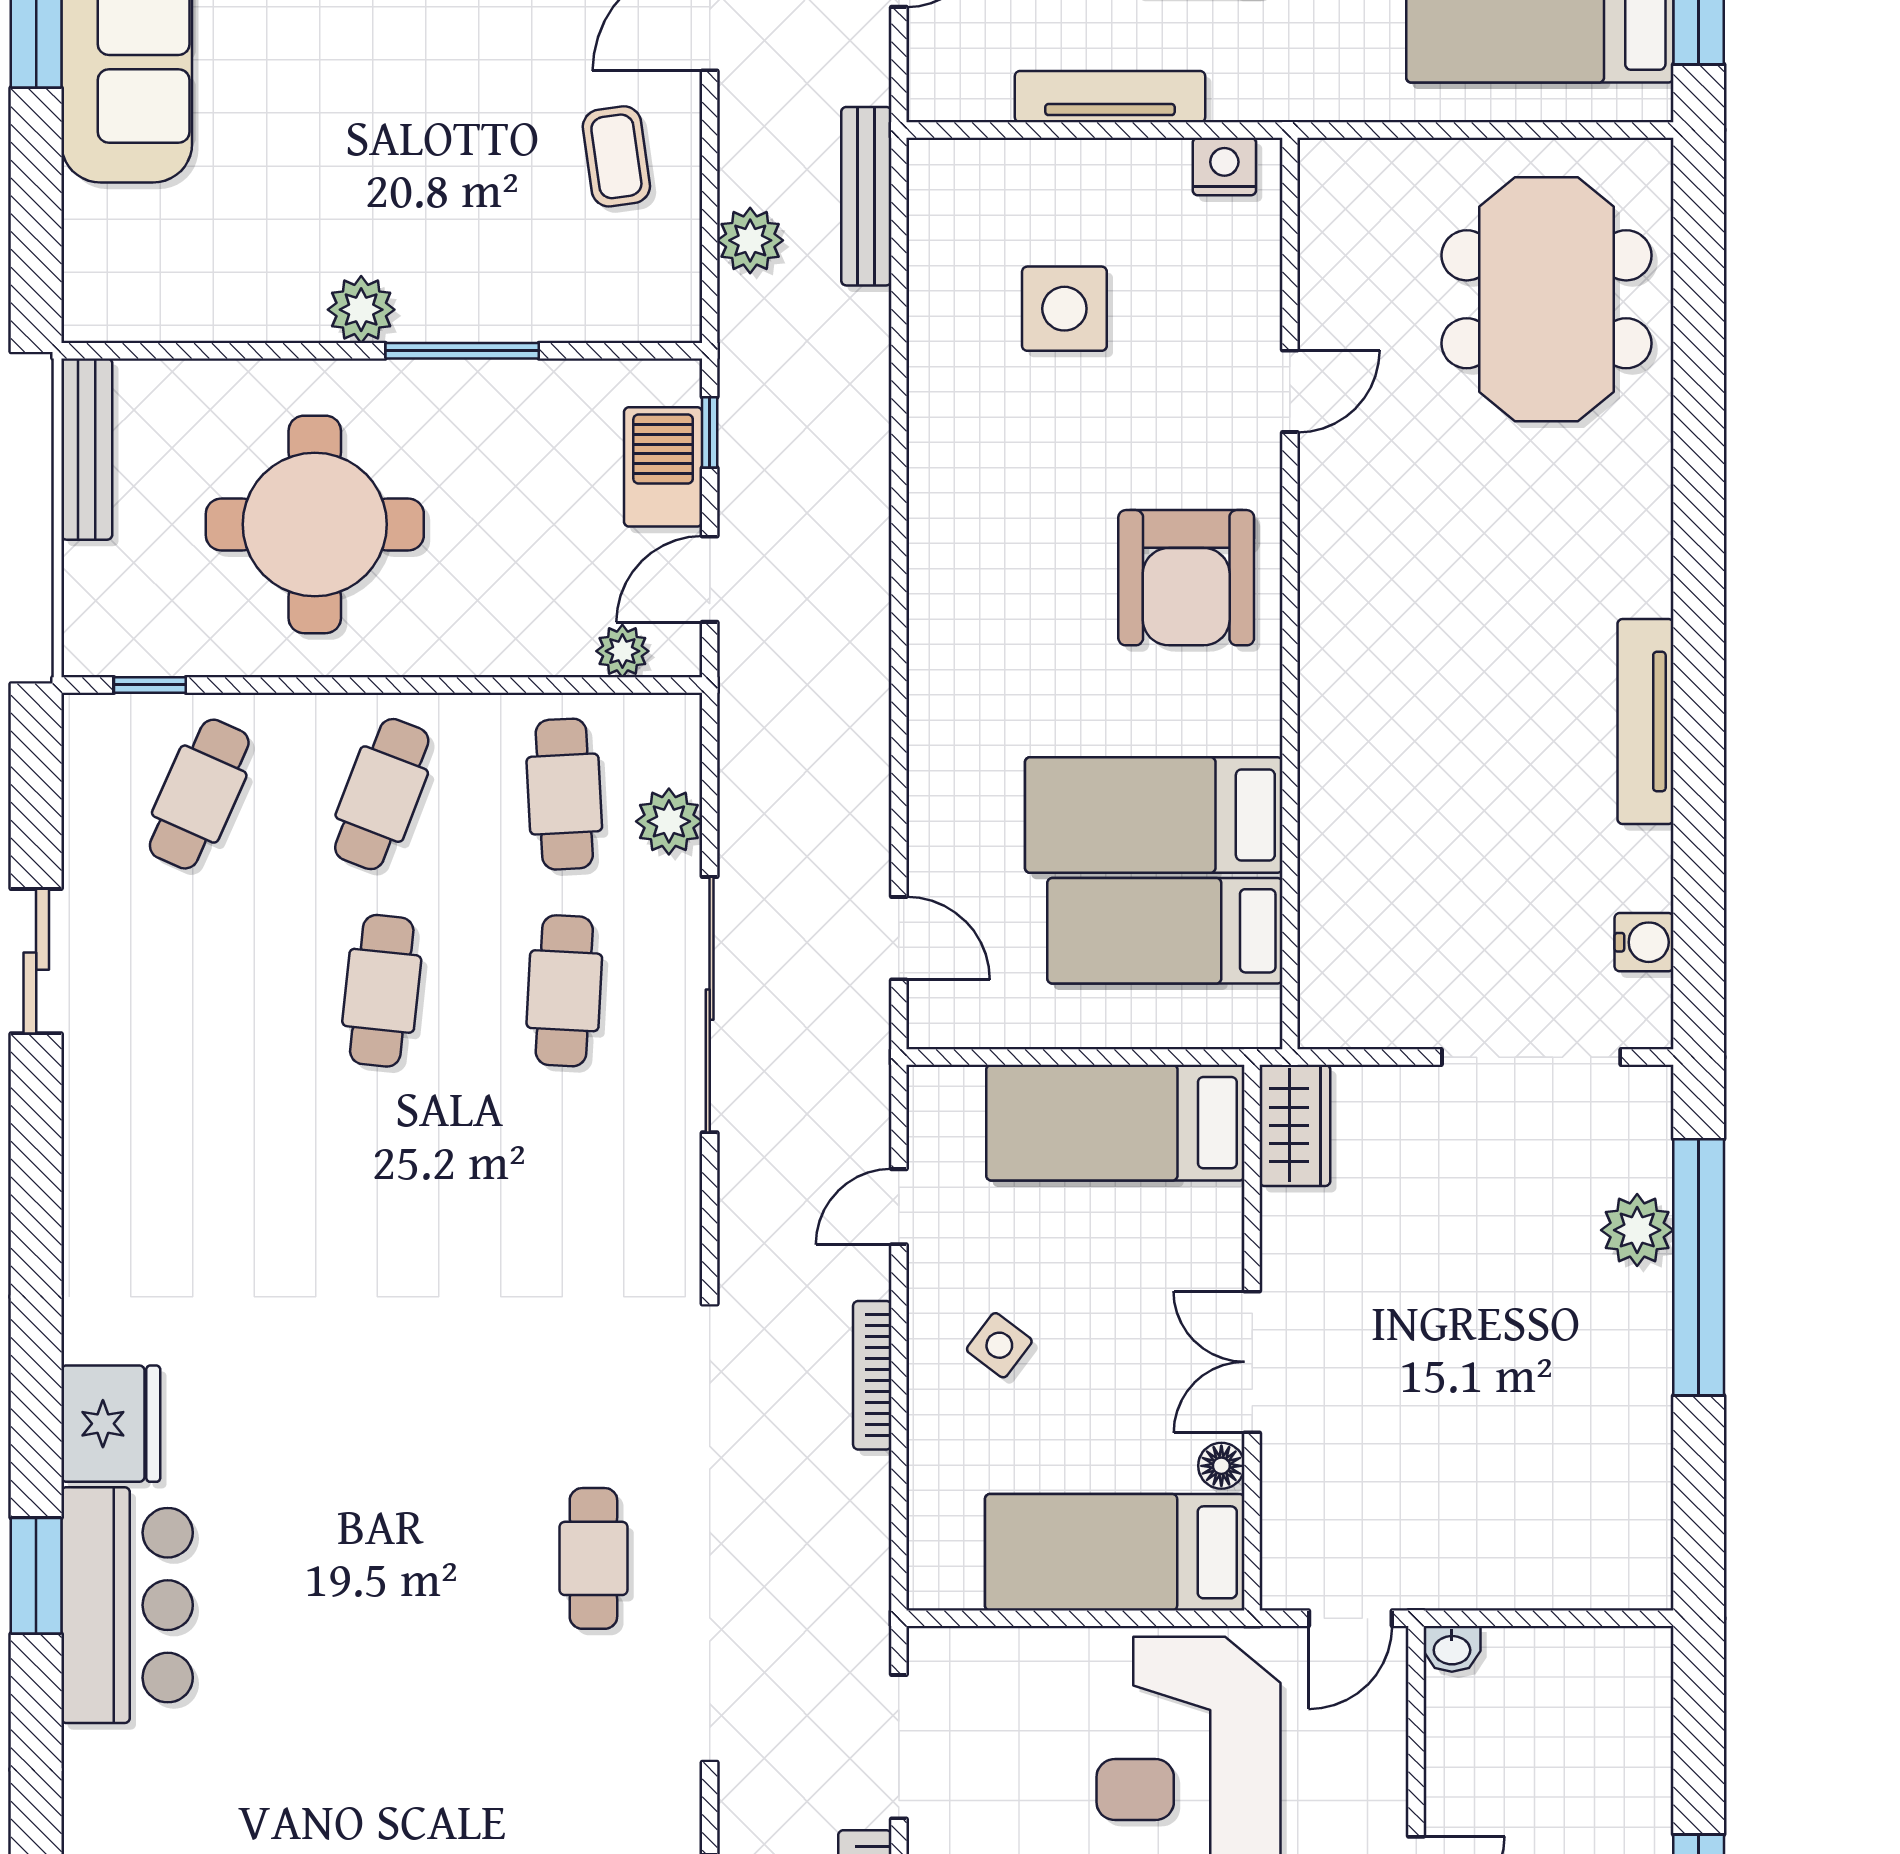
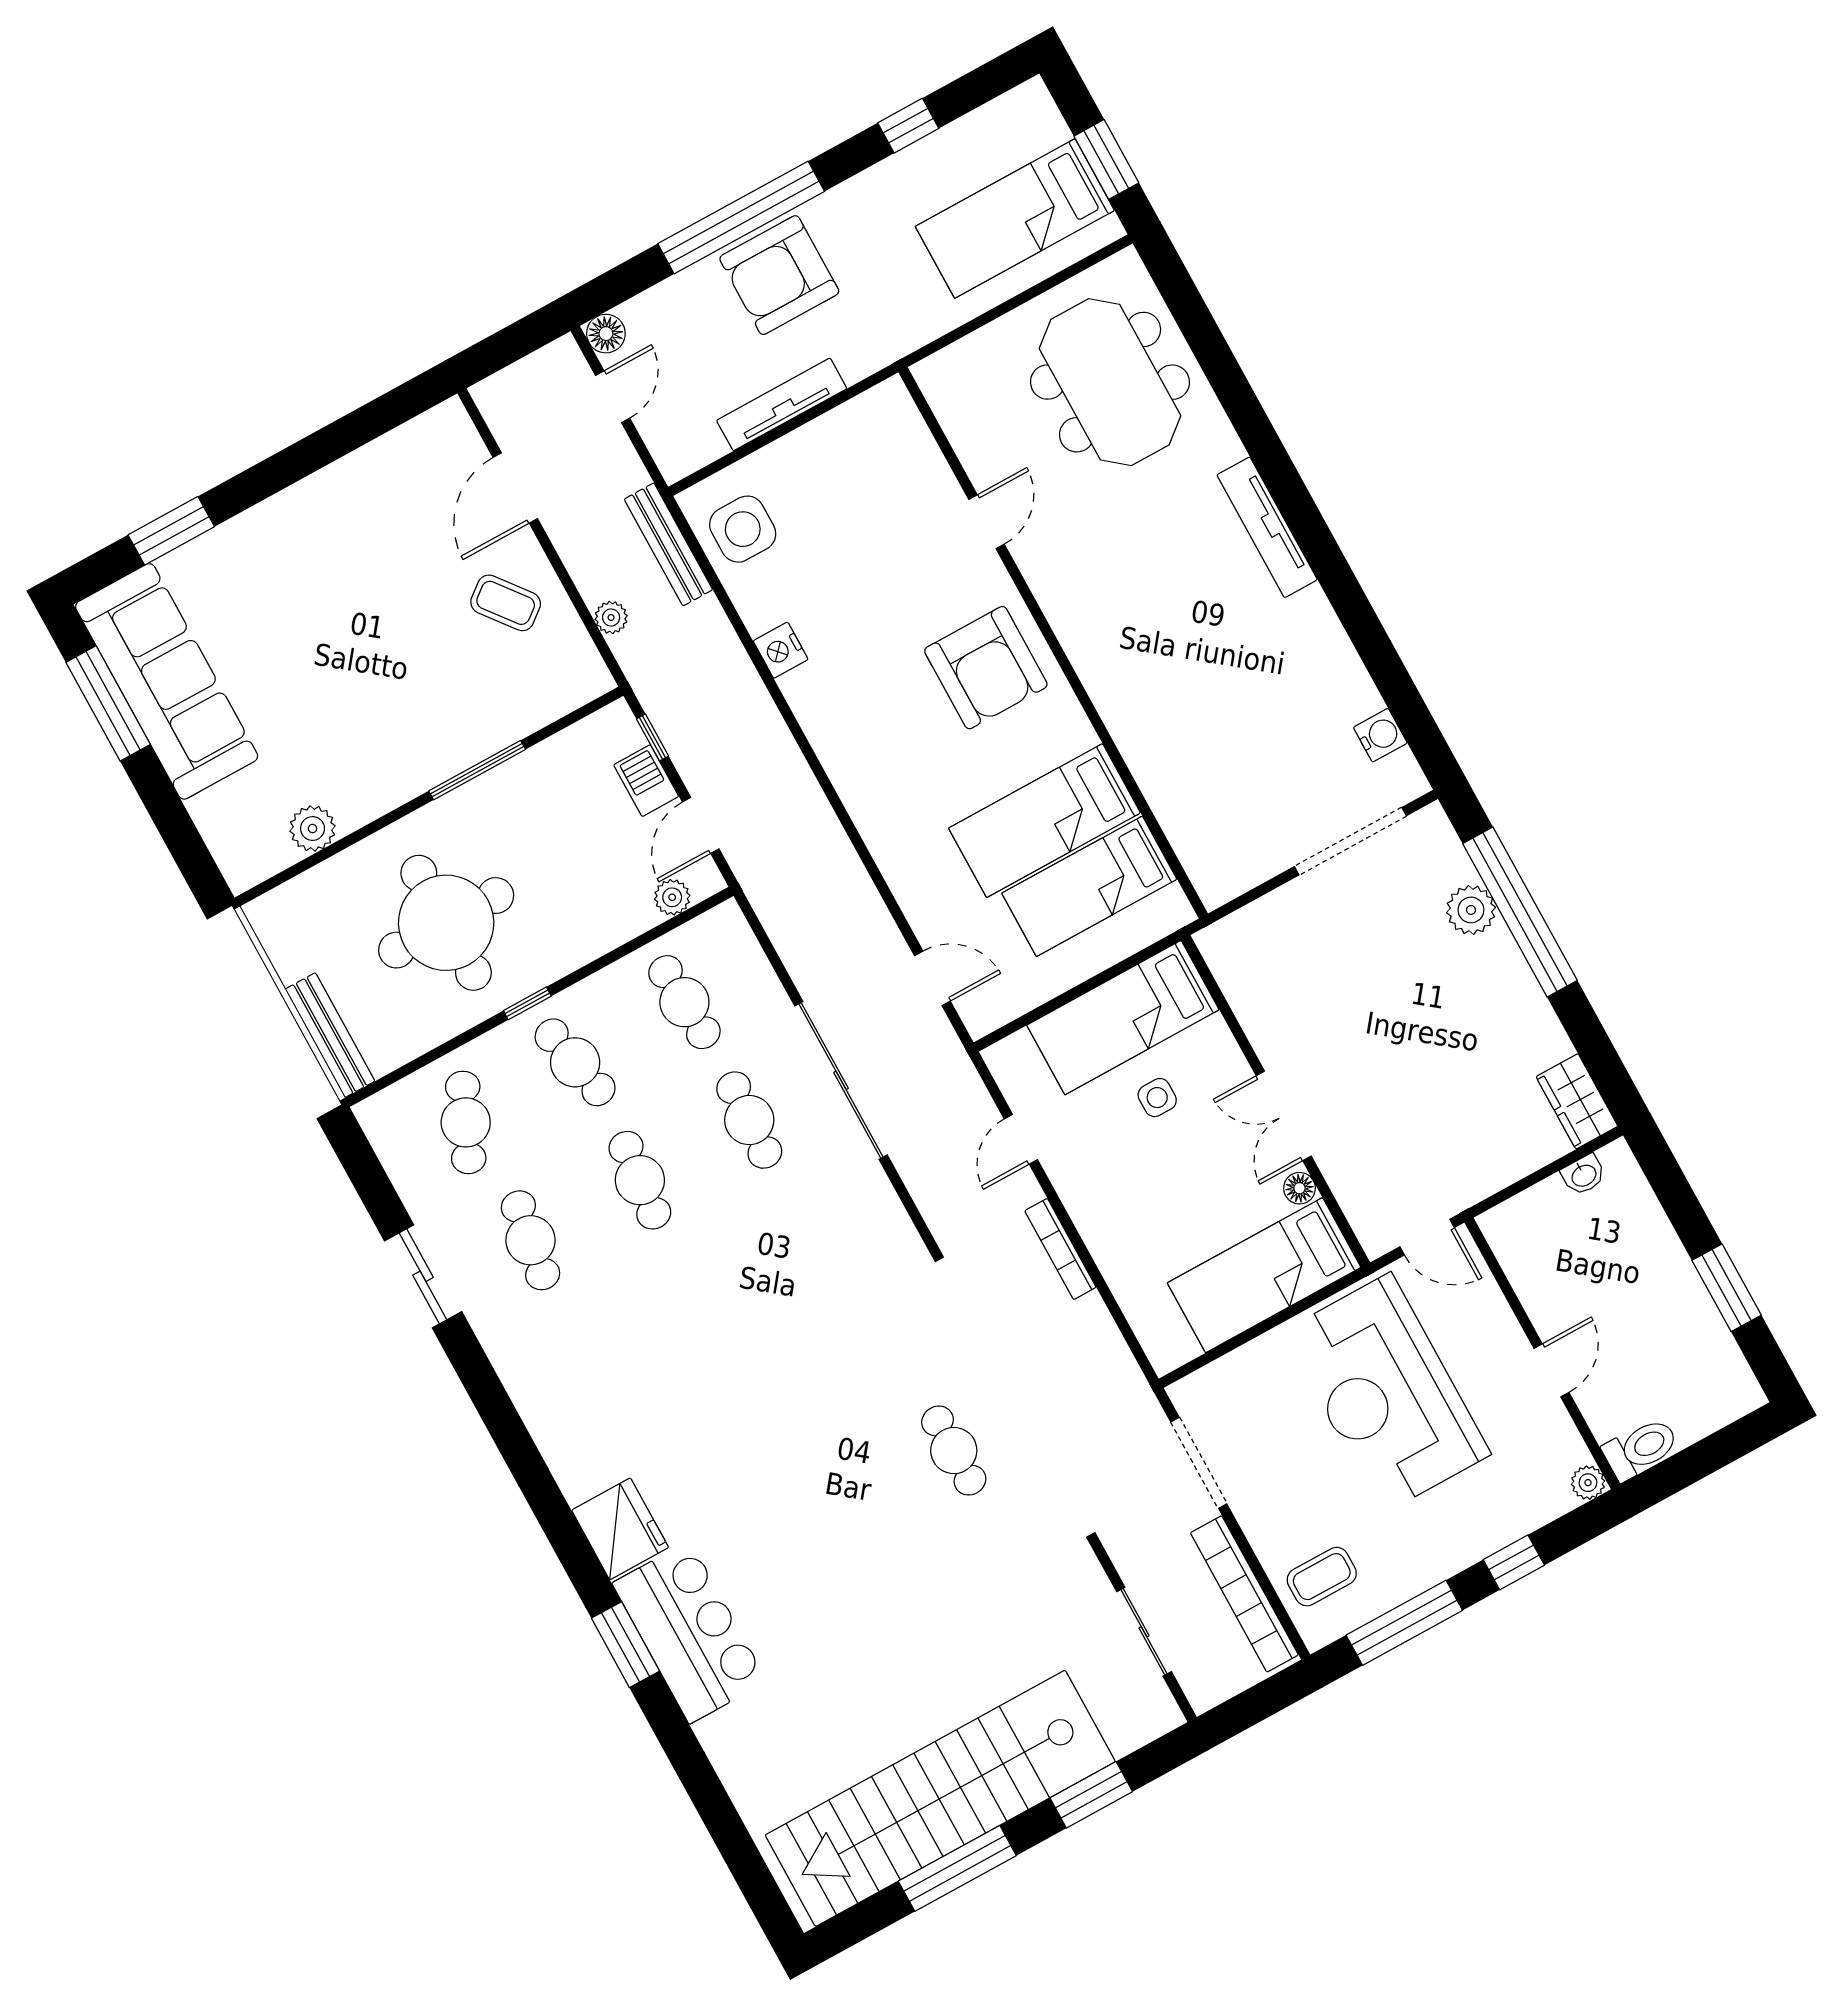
coffee table: (616, 156) -> (506, 603), turned -30
nightstand: (1224, 166) -> (781, 650), moved, turned -90
plant: (750, 240) -> (611, 618), width x0.73, depth x0.73
side table: (1064, 309) -> (743, 529), moved
plant: (361, 310) -> (313, 829), moved
bench: (87, 449) -> (330, 1035), moved
barbecue: (663, 467) -> (646, 781), width x0.73, depth x0.79
window: (150, 685) -> (527, 1003), moved
tv unit: (1645, 722) -> (1267, 527), moved
cafe table: (382, 794) -> (575, 1062), turned -33
plant: (669, 821) -> (756, 984), removed
cafe table: (199, 991) -> (530, 1240), added
wardrobe: (1295, 1125) -> (1577, 1101), moved, turned 180
side table: (999, 1345) -> (1157, 1098), moved, turned -37
door: (1350, 1618) -> (1427, 1237), hinge flipped
washbasin: (1452, 1649) -> (1584, 1175), moved

